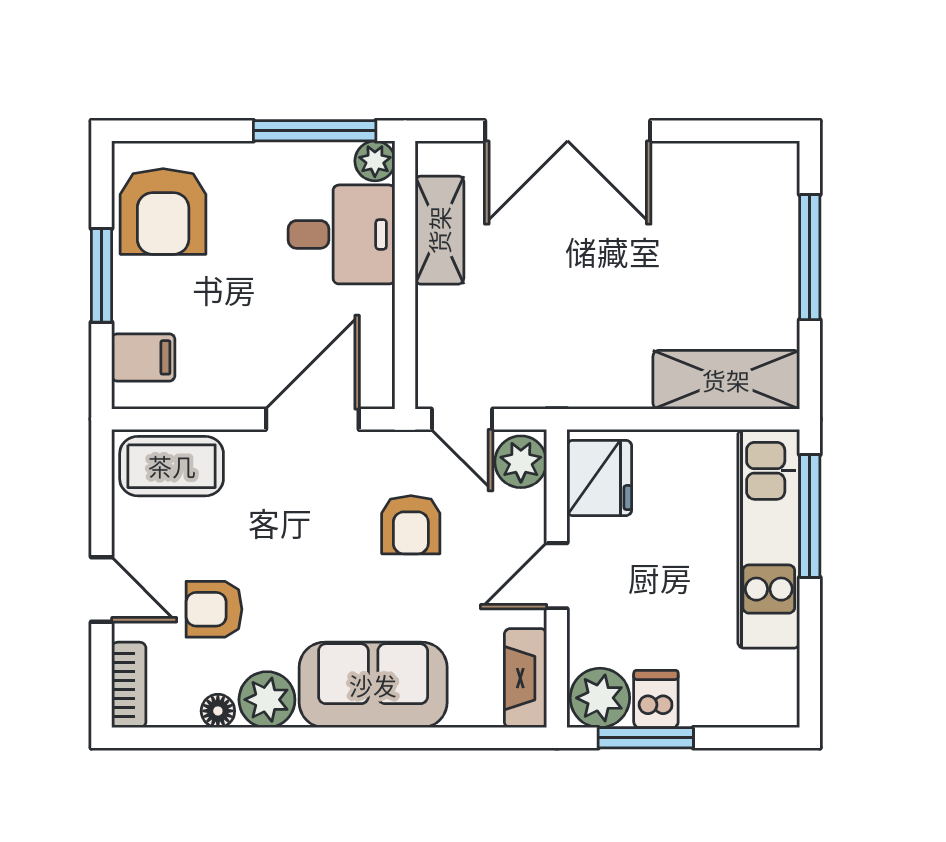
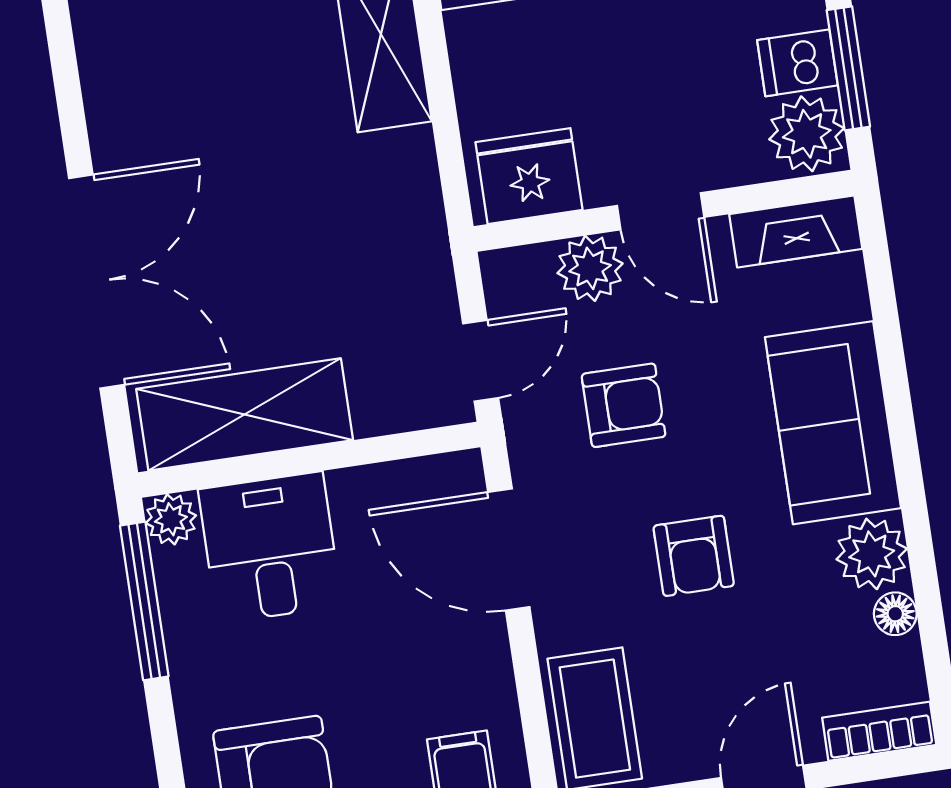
shelving: (439, 230) -> (245, 414), width x1.50, depth x1.33
plant: (521, 462) -> (590, 268), moved
armchair: (214, 609) -> (694, 556), moved

